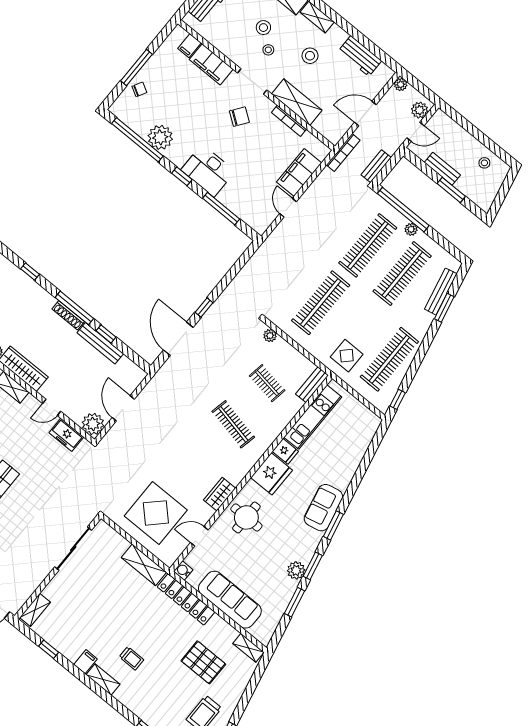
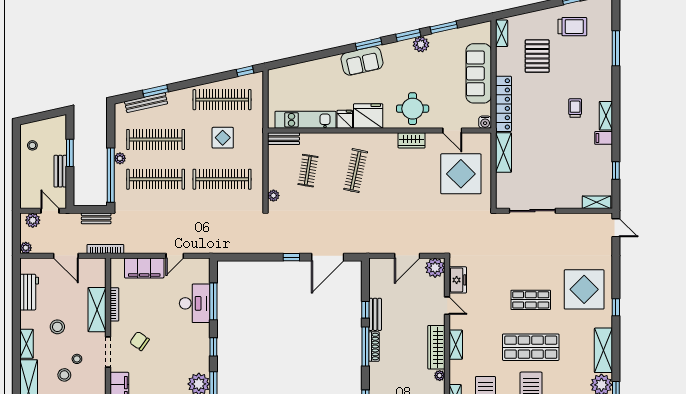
desk: (208, 171) -> (195, 303), moved
bench: (100, 343) -> (375, 314), width x0.73
display table: (347, 356) -> (223, 138), moved

